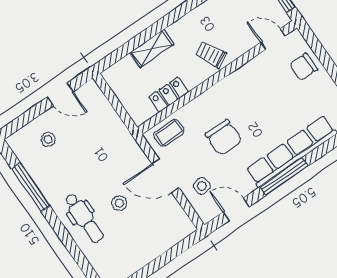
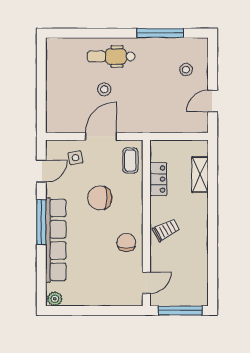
shelving: (152, 49) -> (200, 175), moved
chair: (303, 67) -> (126, 242), moved

